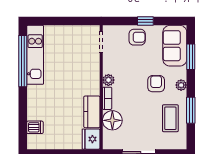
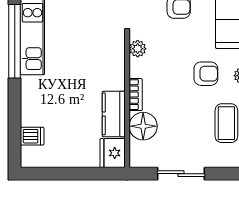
plant: (108, 80) -> (138, 49), moved
armchair: (156, 84) -> (206, 74), turned 90

